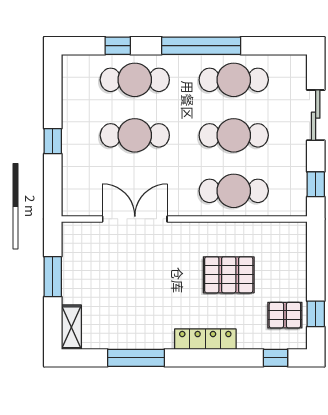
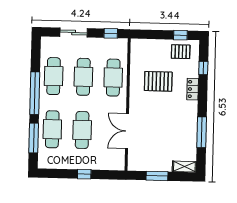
window: (118, 46) -> (34, 138), width x2.17
pallet: (229, 275) -> (158, 81), turned 90
pallet: (285, 315) -> (181, 52), turned 90
locker: (205, 339) -> (193, 89), width x0.66
window: (276, 358) -> (203, 68), moved

